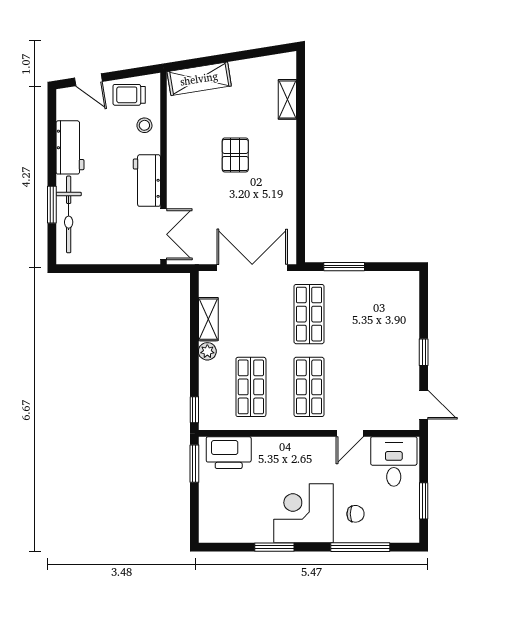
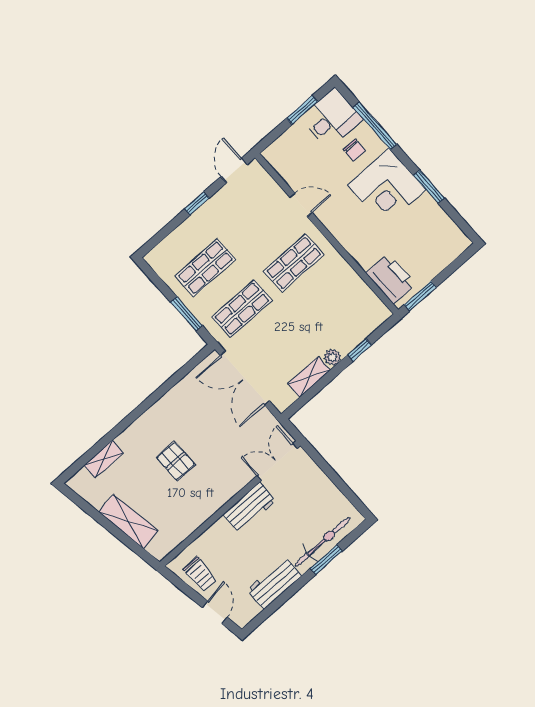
shelving: (199, 79) -> (128, 521), moved
stool: (144, 125) -> (212, 544), removed
pallet: (235, 155) -> (176, 461), turned 90
shop shelf: (251, 387) -> (205, 268), moved
window: (194, 410) -> (359, 350), moved
desk: (394, 461) -> (331, 119), moved, turned 180
chair: (356, 514) -> (354, 150), turned 180

